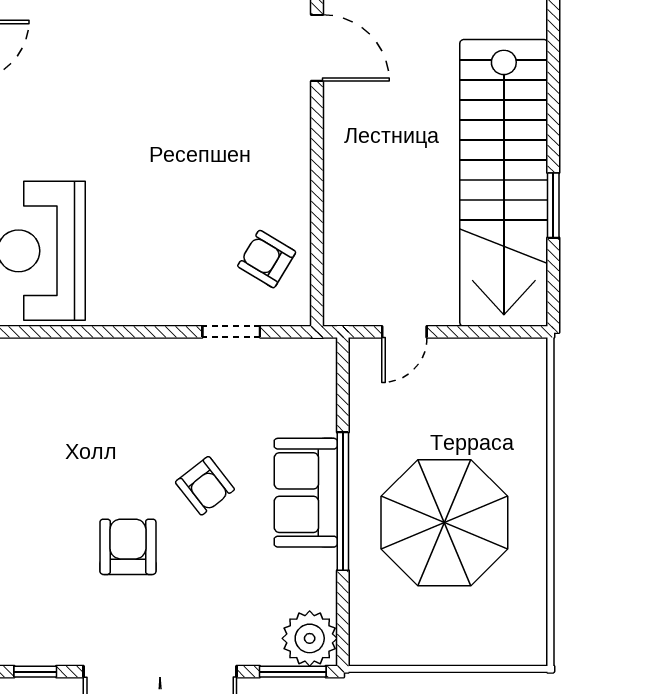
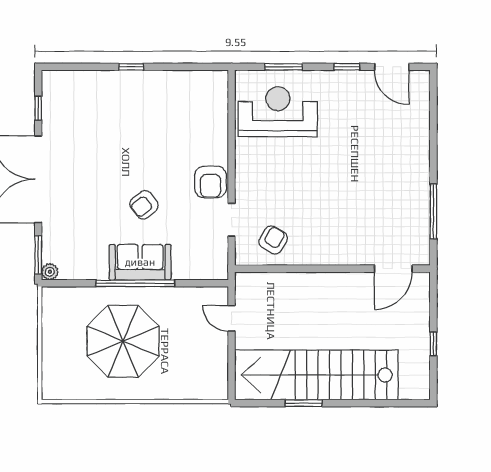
armchair: (128, 547) -> (210, 182), moved, turned 90
plant: (310, 638) -> (50, 272), width x0.53, depth x0.53

